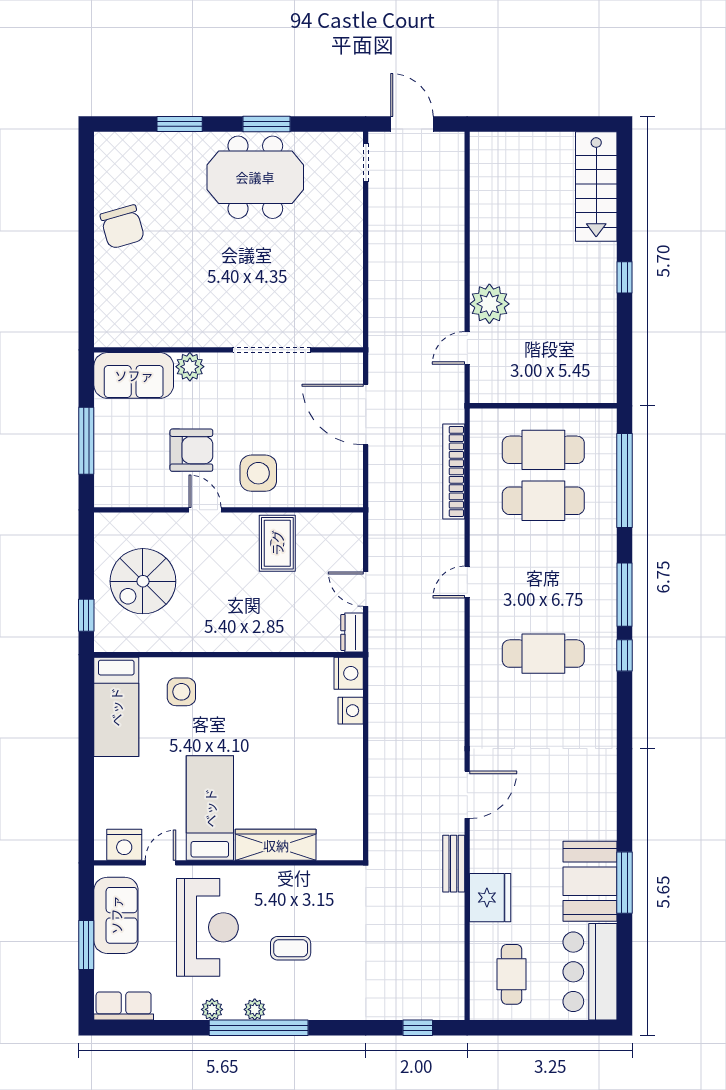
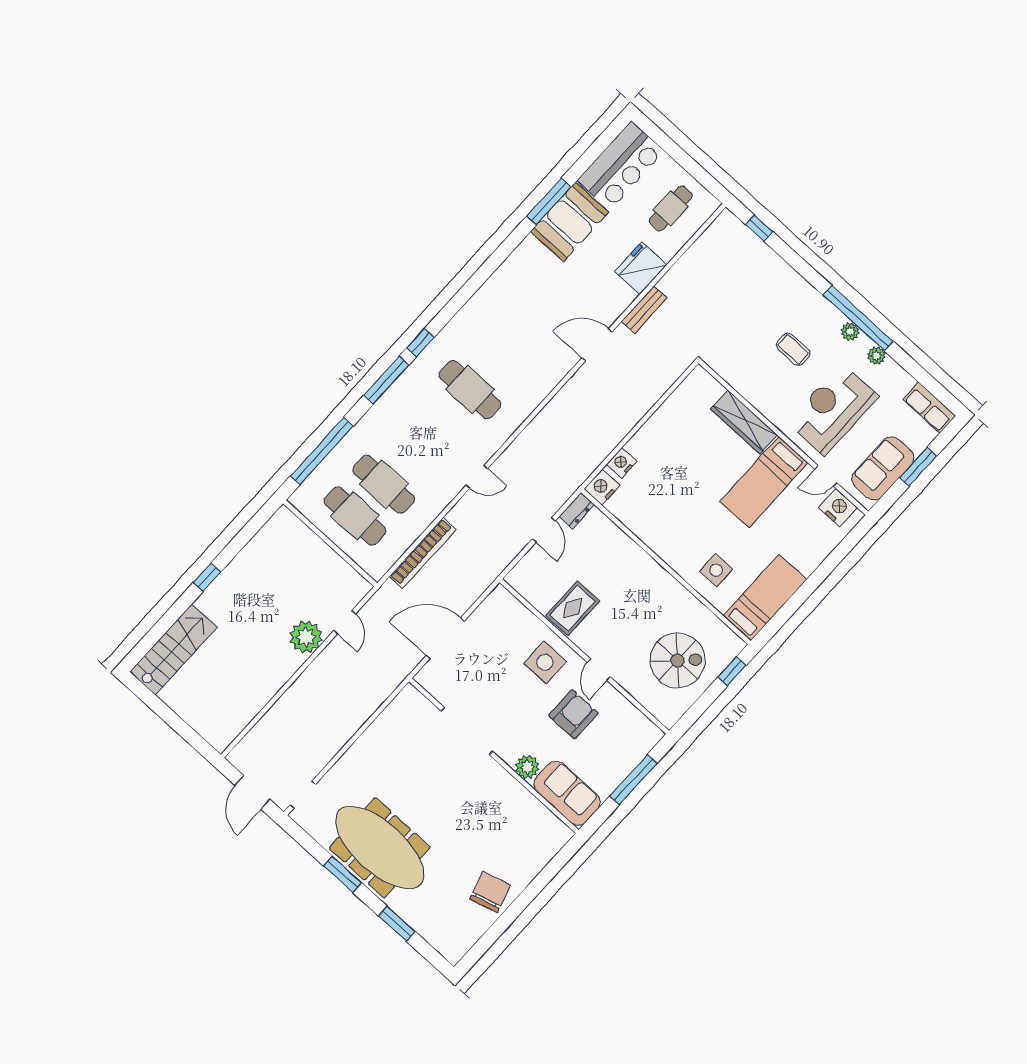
meeting table: (255, 177) -> (380, 848), width x1.36
door: (467, 348) -> (345, 622), hinge flipped
door: (366, 415) -> (445, 638), swing flipped
armchair: (191, 450) -> (573, 714), turned 90

